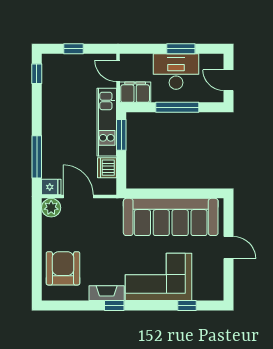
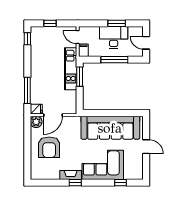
filing cabinet: (135, 92) -> (83, 50), width x0.50
dishwasher: (107, 168) -> (71, 97), removed
door: (78, 197) -> (53, 115), swing flipped
armchair: (63, 268) -> (49, 147), moved, turned 180

